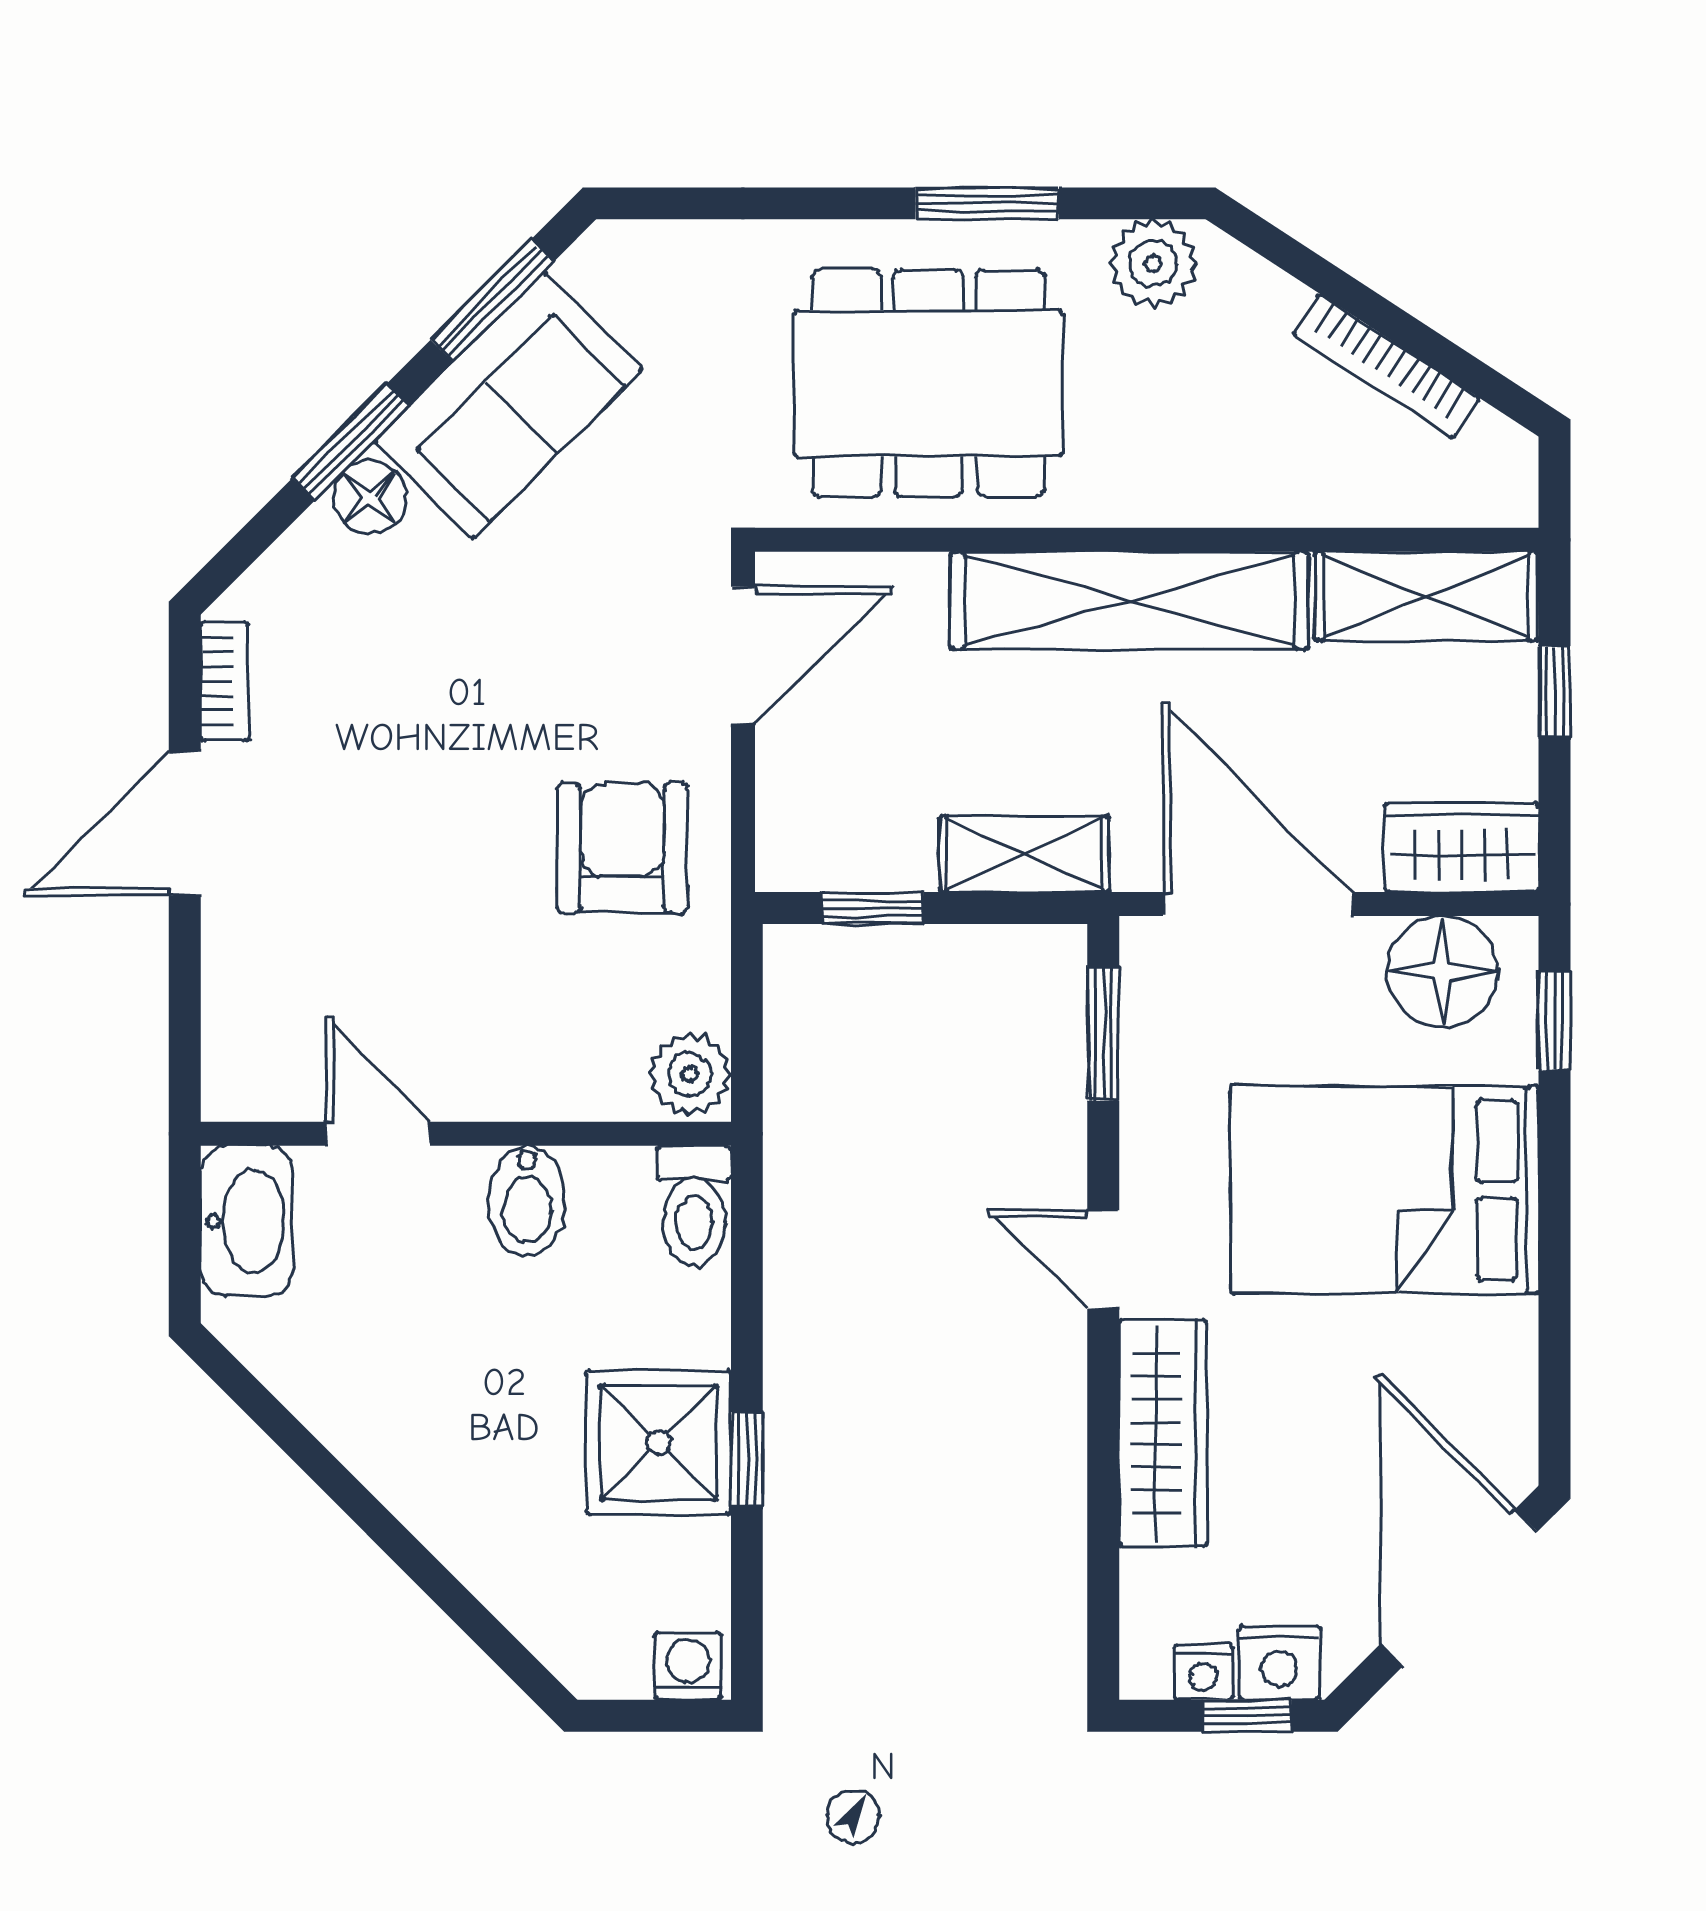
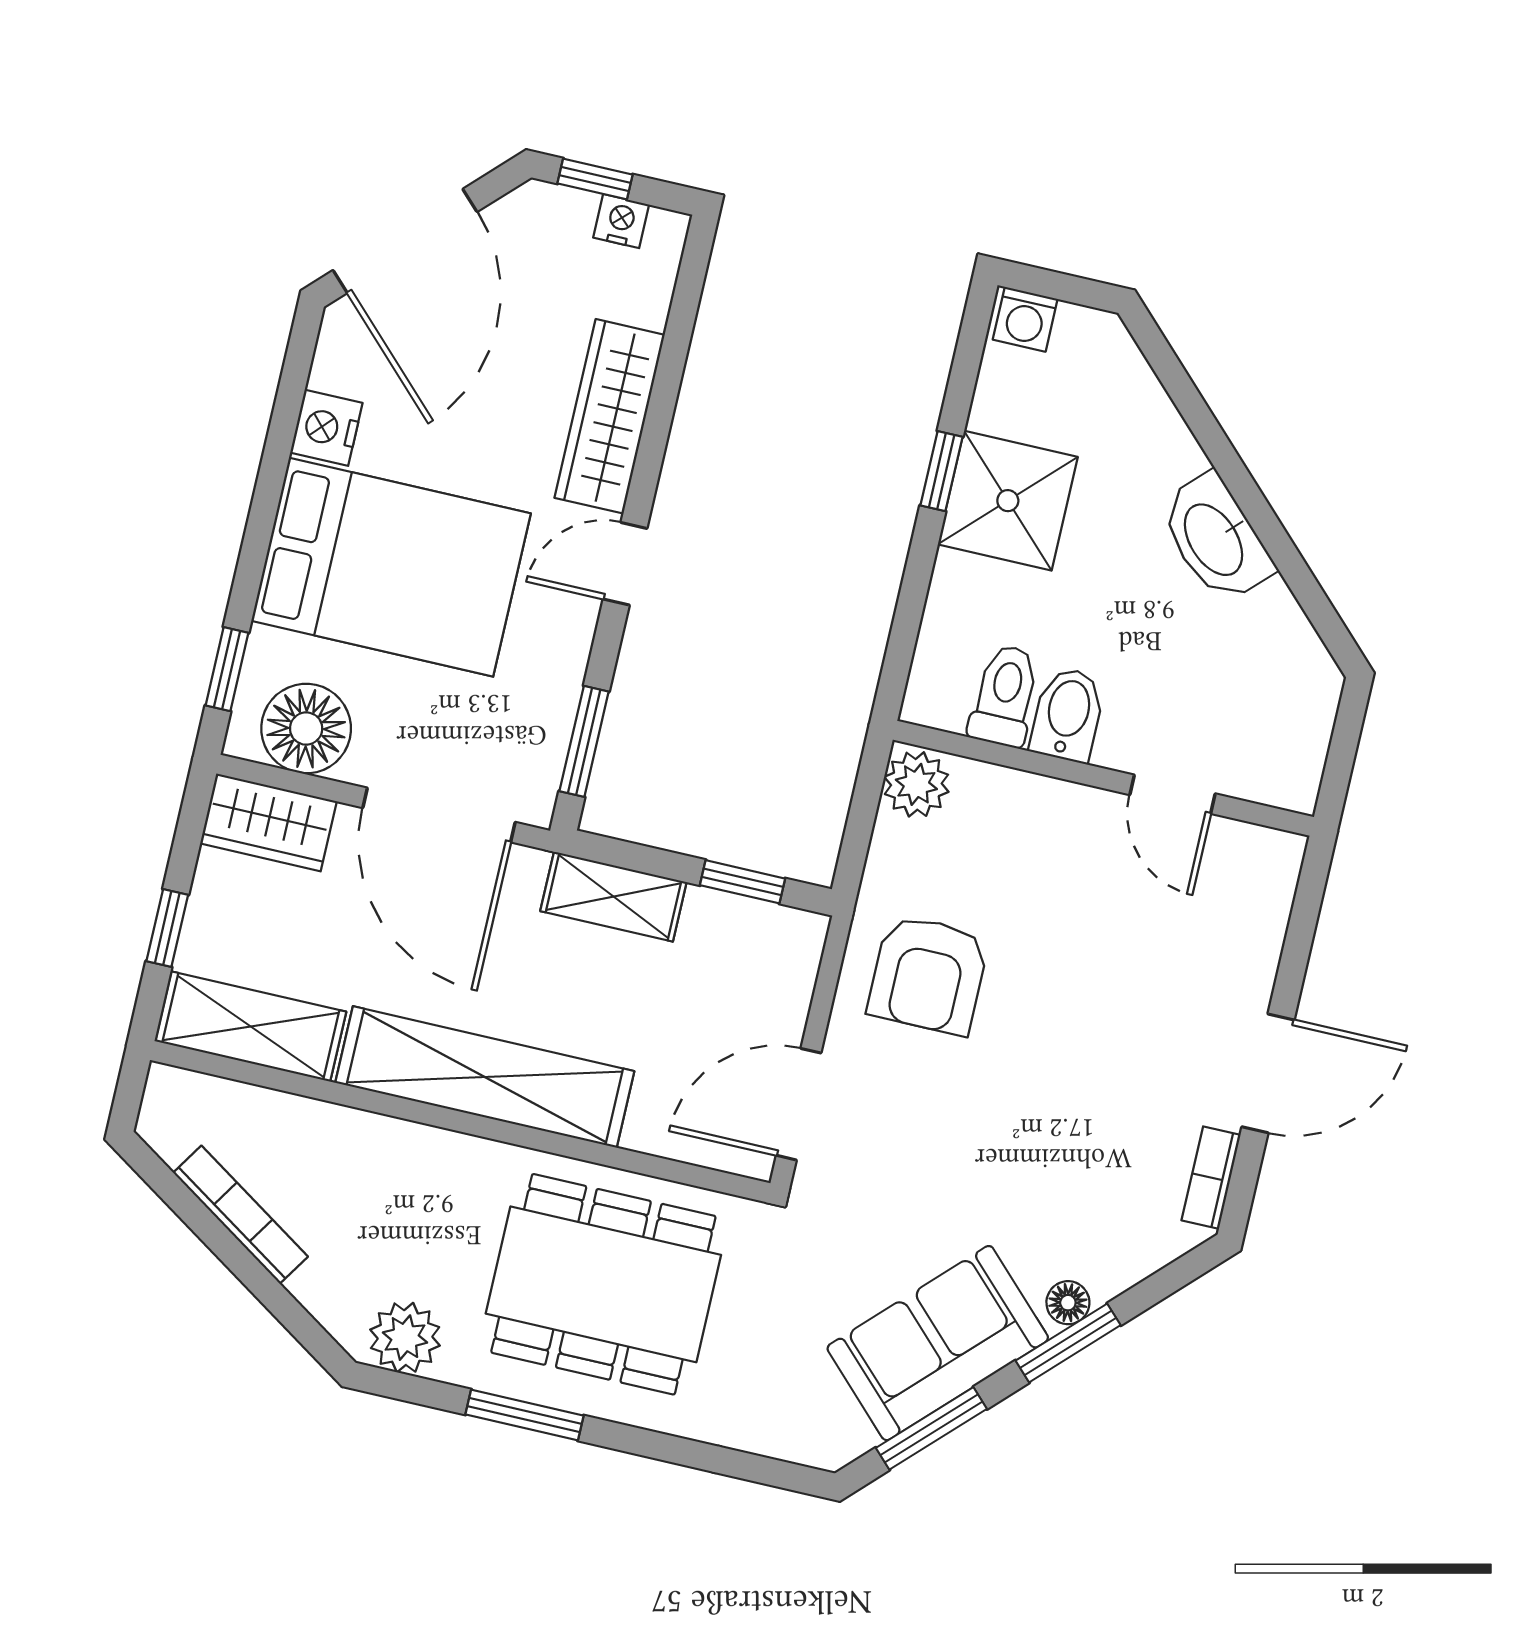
floor lamp: (369, 498) -> (1068, 1303), width x0.73, depth x0.73
toilet: (694, 1206) -> (1005, 696), moved
washbasin: (247, 1221) -> (1215, 539), moved, turned -45
door: (1103, 1260) -> (625, 564), swing flipped
nightstand: (1279, 1663) -> (326, 428), moved, turned -90

